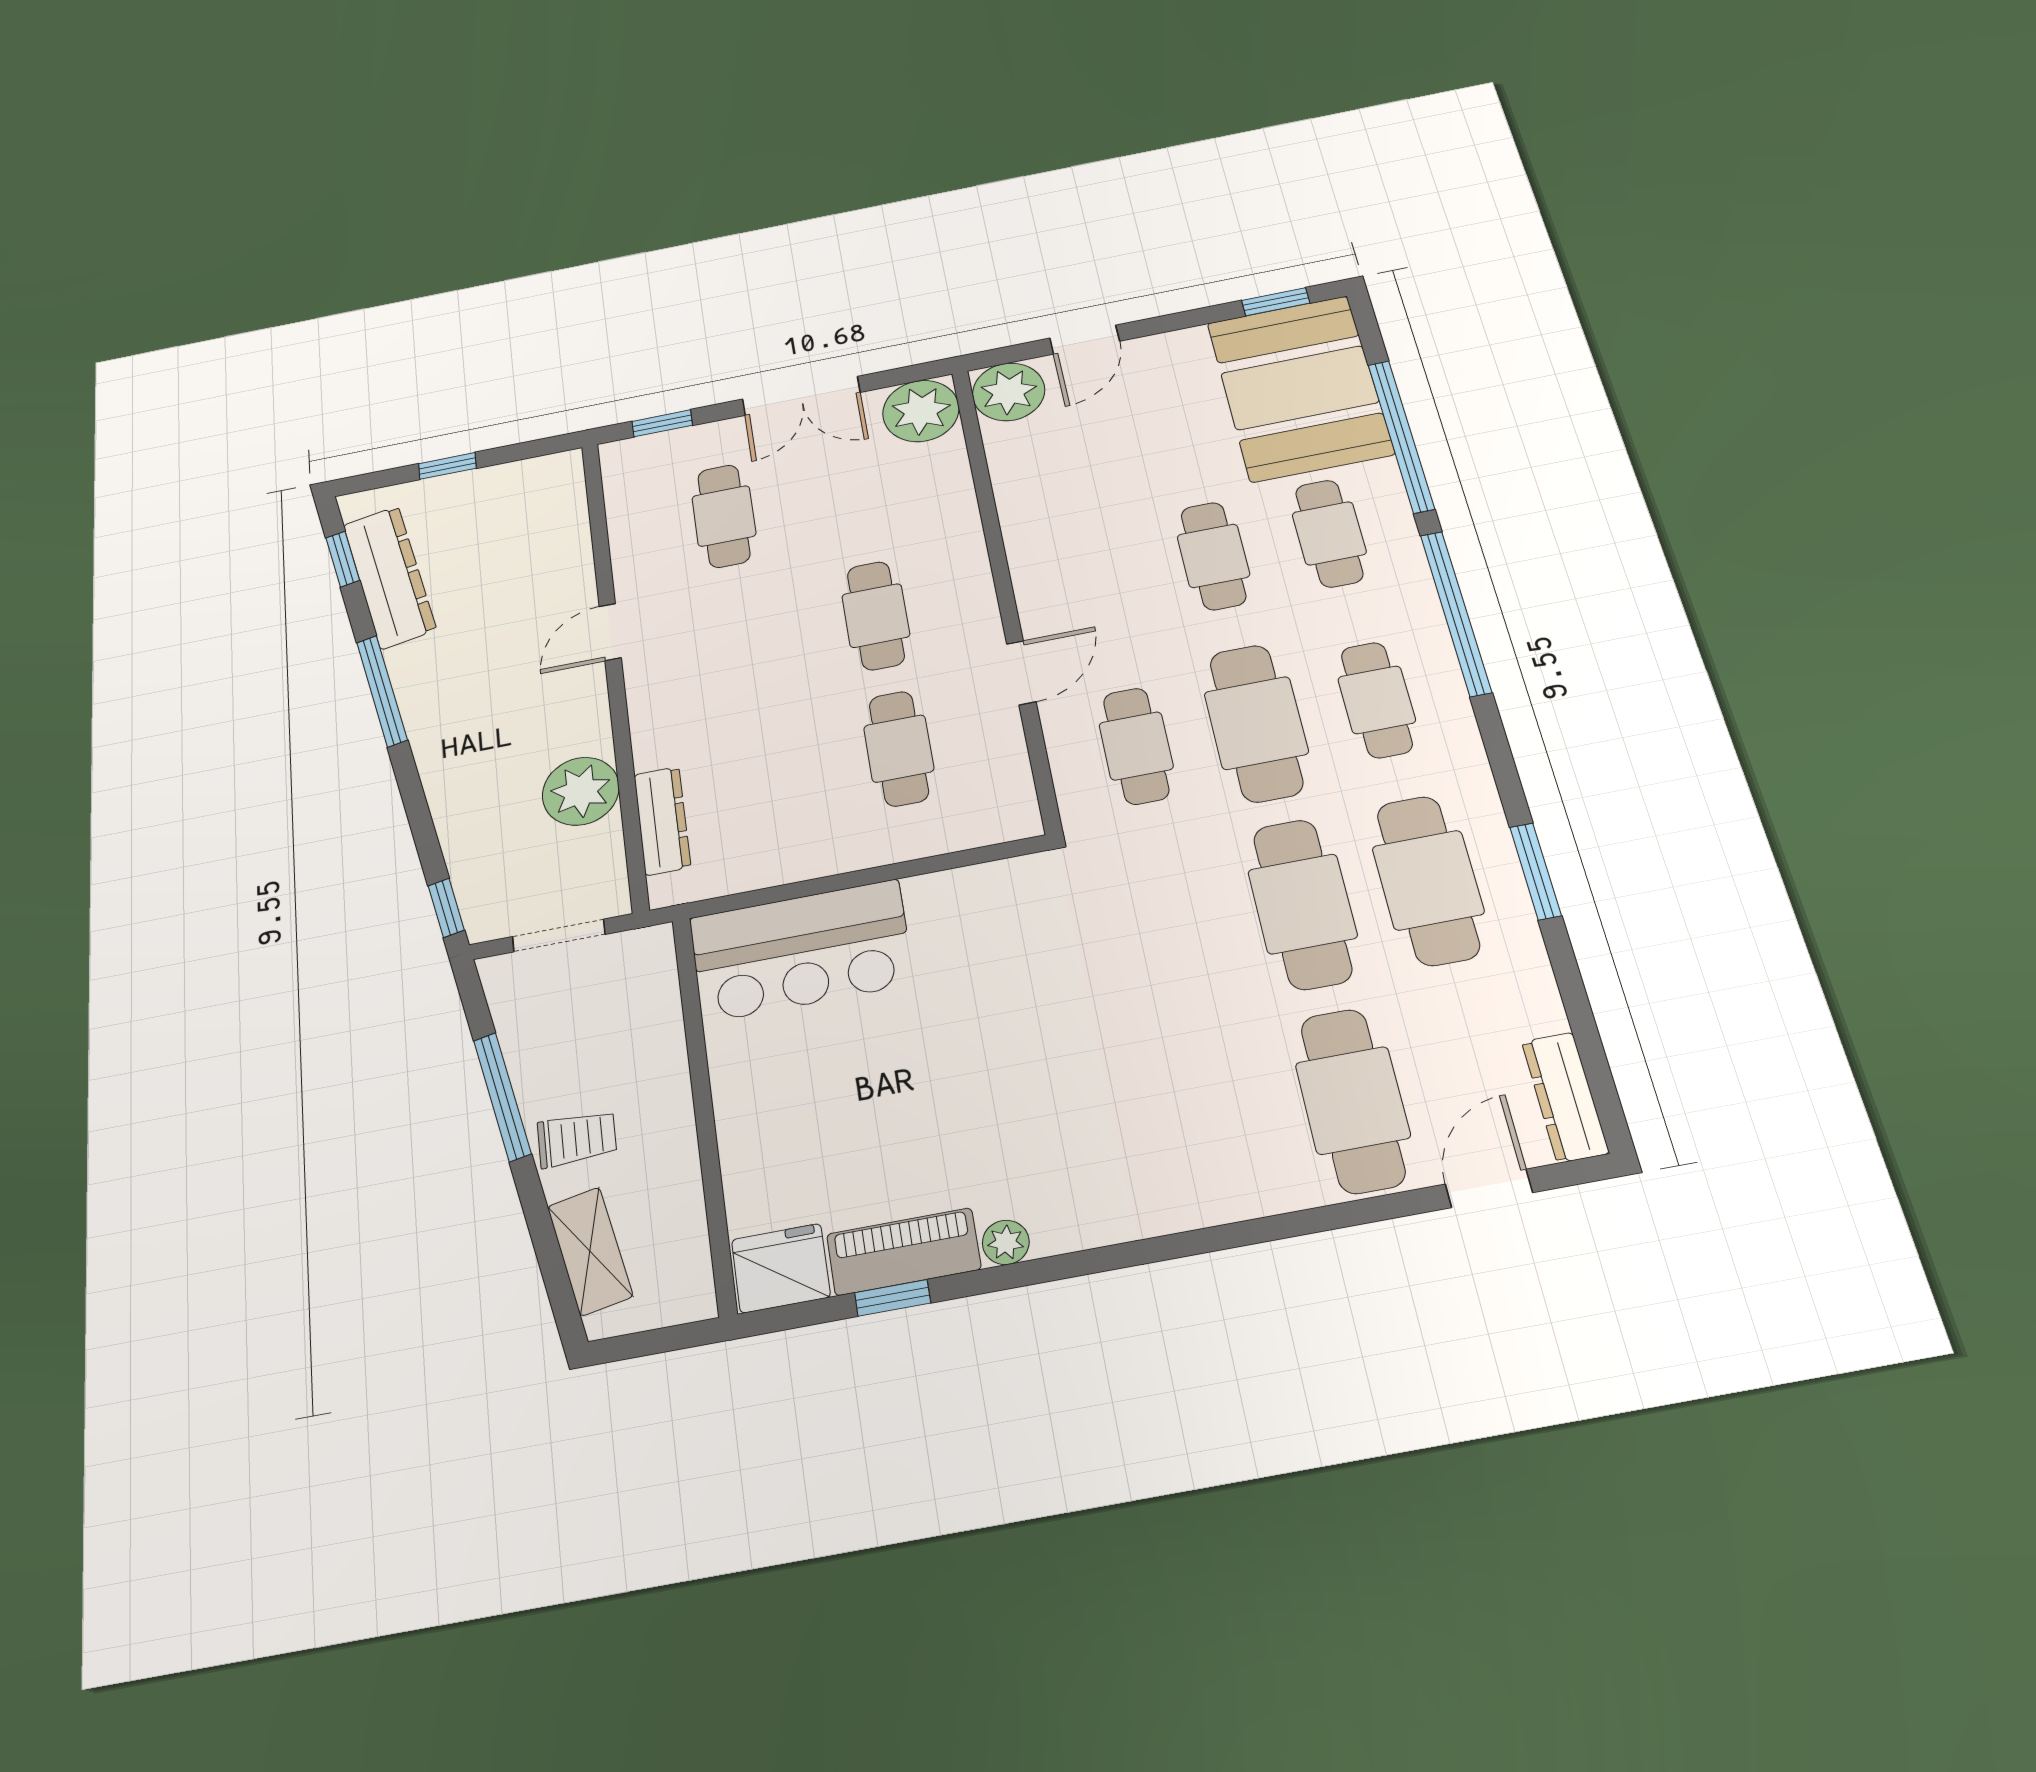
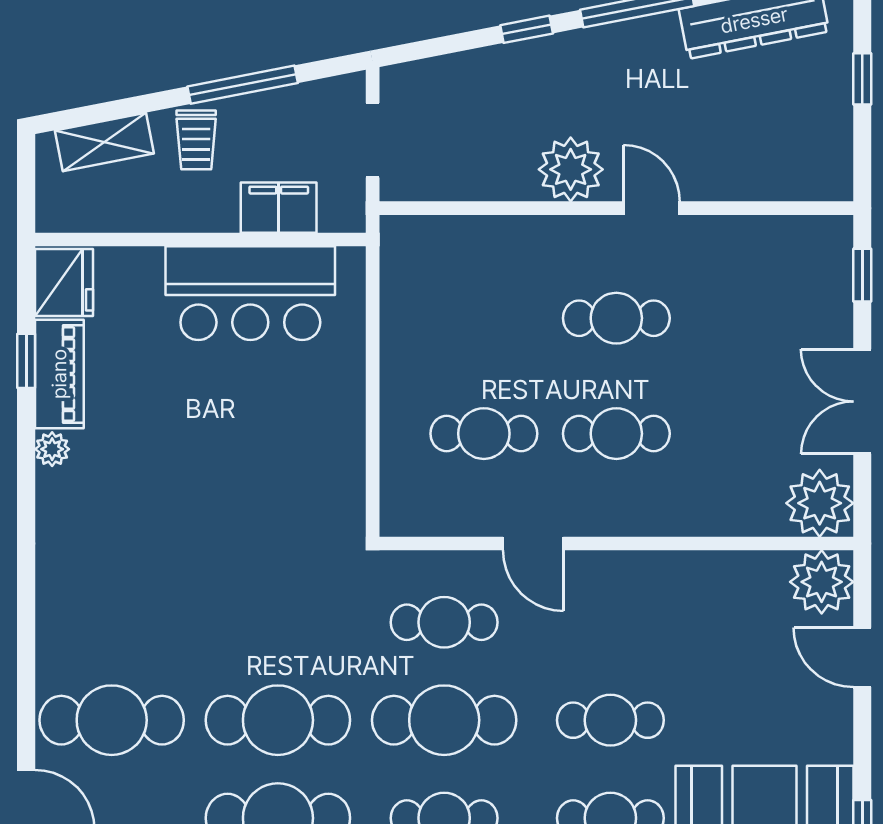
cafe table: (724, 516) -> (616, 318), moved
plant: (581, 791) -> (571, 169), moved
dresser: (662, 821) -> (459, 234), removed
window: (446, 908) -> (527, 29), moved
bar counter: (801, 951) -> (250, 293), moved, turned -90
filing cabinet: (653, 1025) -> (279, 208), added

